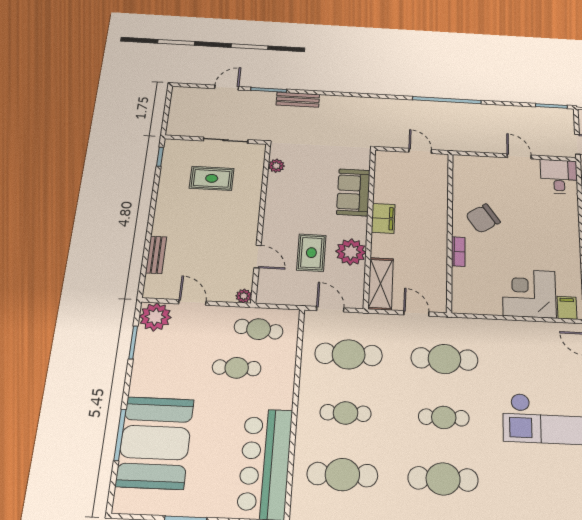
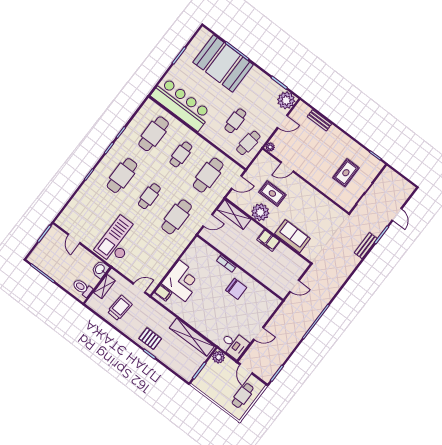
plant: (276, 166) -> (333, 209), removed
chair: (483, 218) -> (236, 289), turned 124

